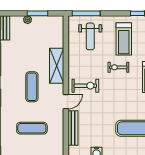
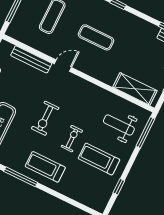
shelving: (57, 66) -> (135, 89), moved
exercise bike: (85, 86) -> (45, 118), moved
door: (66, 102) -> (63, 66), swing flipped

